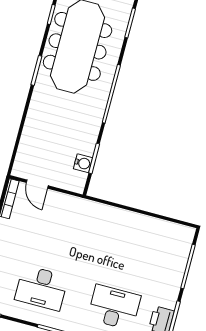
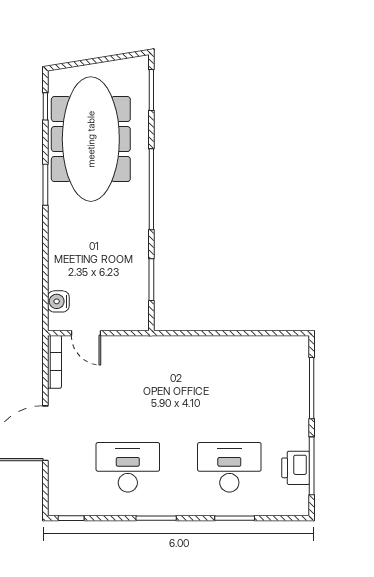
water cooler: (83, 163) -> (58, 301), moved, turned 180
desk: (42, 288) -> (128, 467), turned 180

